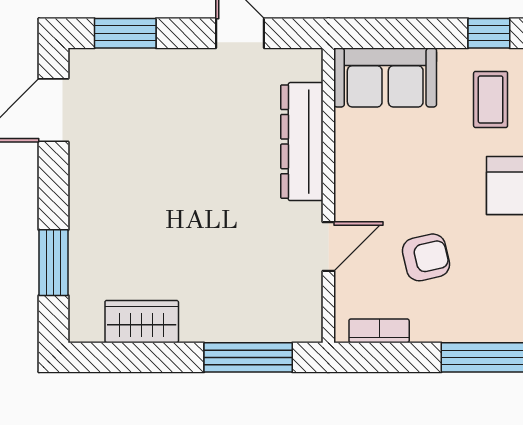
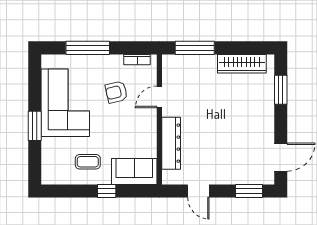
window: (489, 33) -> (107, 191), moved
coffee table: (491, 99) -> (88, 162), turned 90
wardrobe: (142, 322) -> (242, 64), width x1.50

